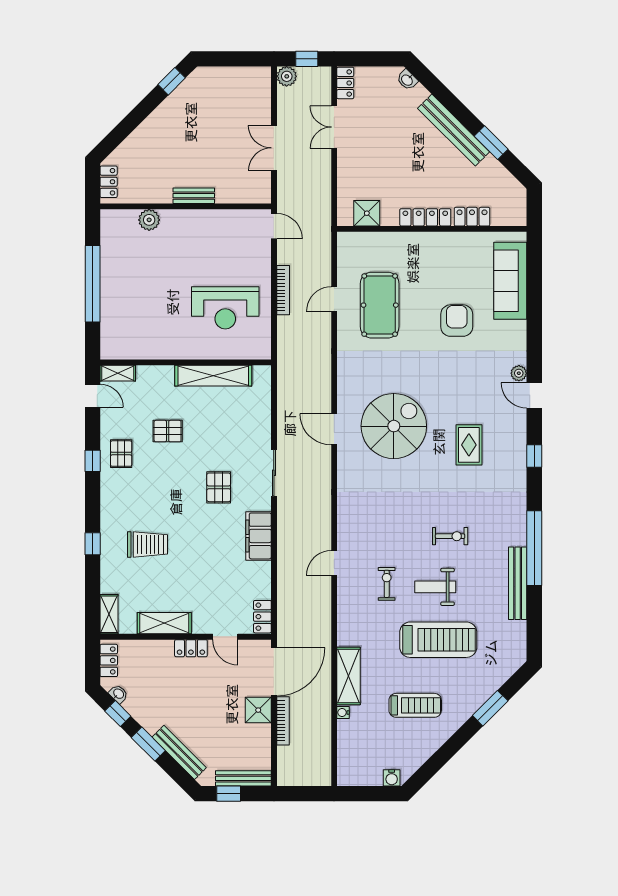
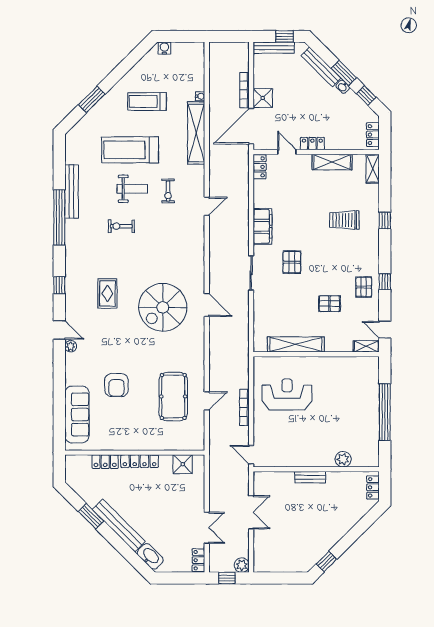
washbasin: (407, 80) -> (150, 556), width x1.91, depth x1.45
shelving: (348, 676) -> (196, 133), width x1.47
washbasin: (118, 694) -> (343, 87), moved

